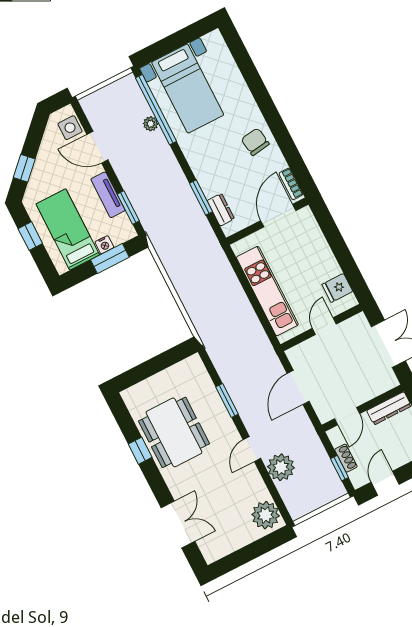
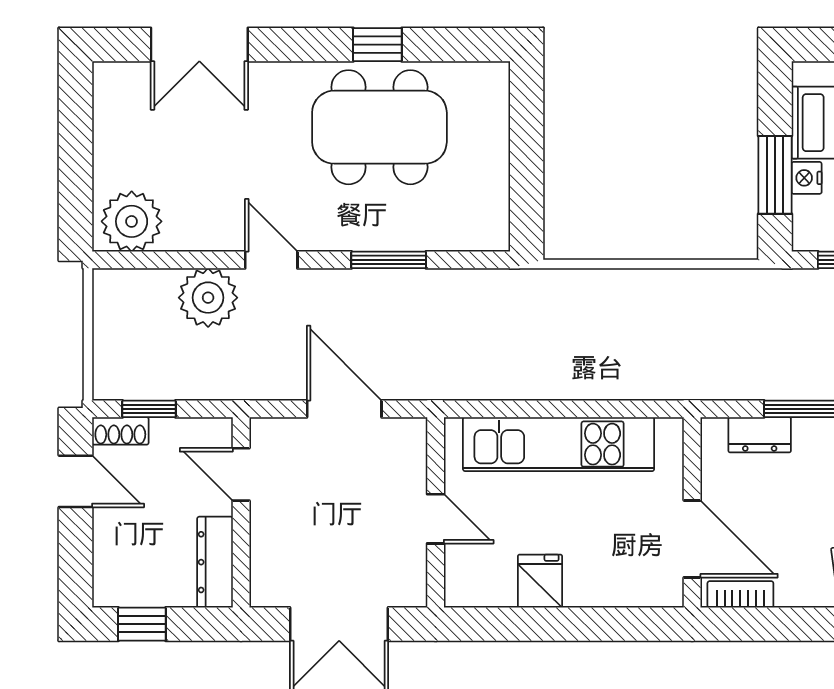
fridge: (337, 288) -> (540, 581), moved
shoe rack: (346, 458) -> (120, 431), moved

